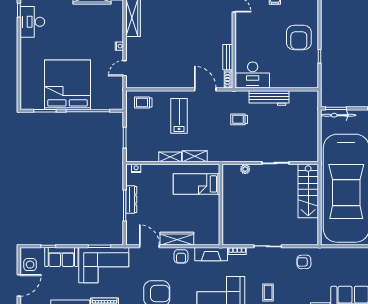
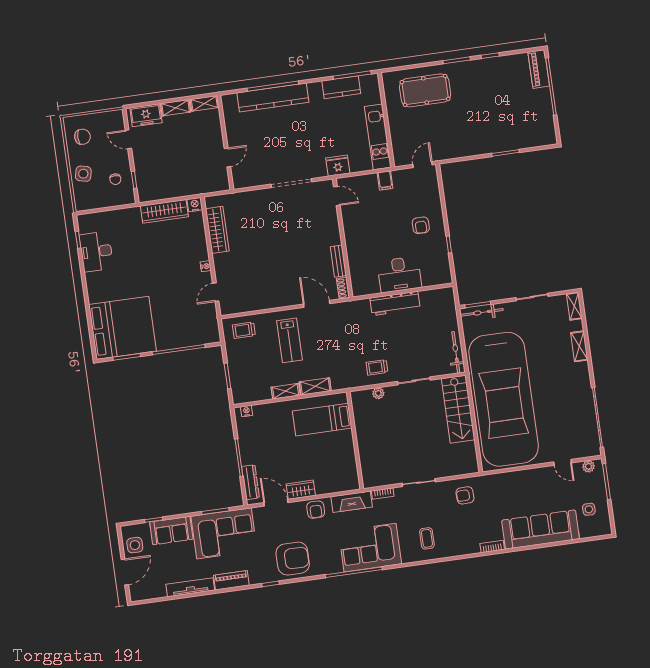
armchair: (299, 37) -> (421, 225), width x0.53, depth x0.53
desk: (253, 75) -> (399, 274), moved
bed: (68, 85) -> (123, 328), moved, turned 90
lab bench: (179, 116) -> (289, 340), turned 180
trolley: (239, 119) -> (377, 367), moved
bicycle: (313, 145) -> (456, 352), added
dresser: (131, 200) -> (250, 482), moved
wardrobe: (177, 239) -> (301, 490), width x0.67

